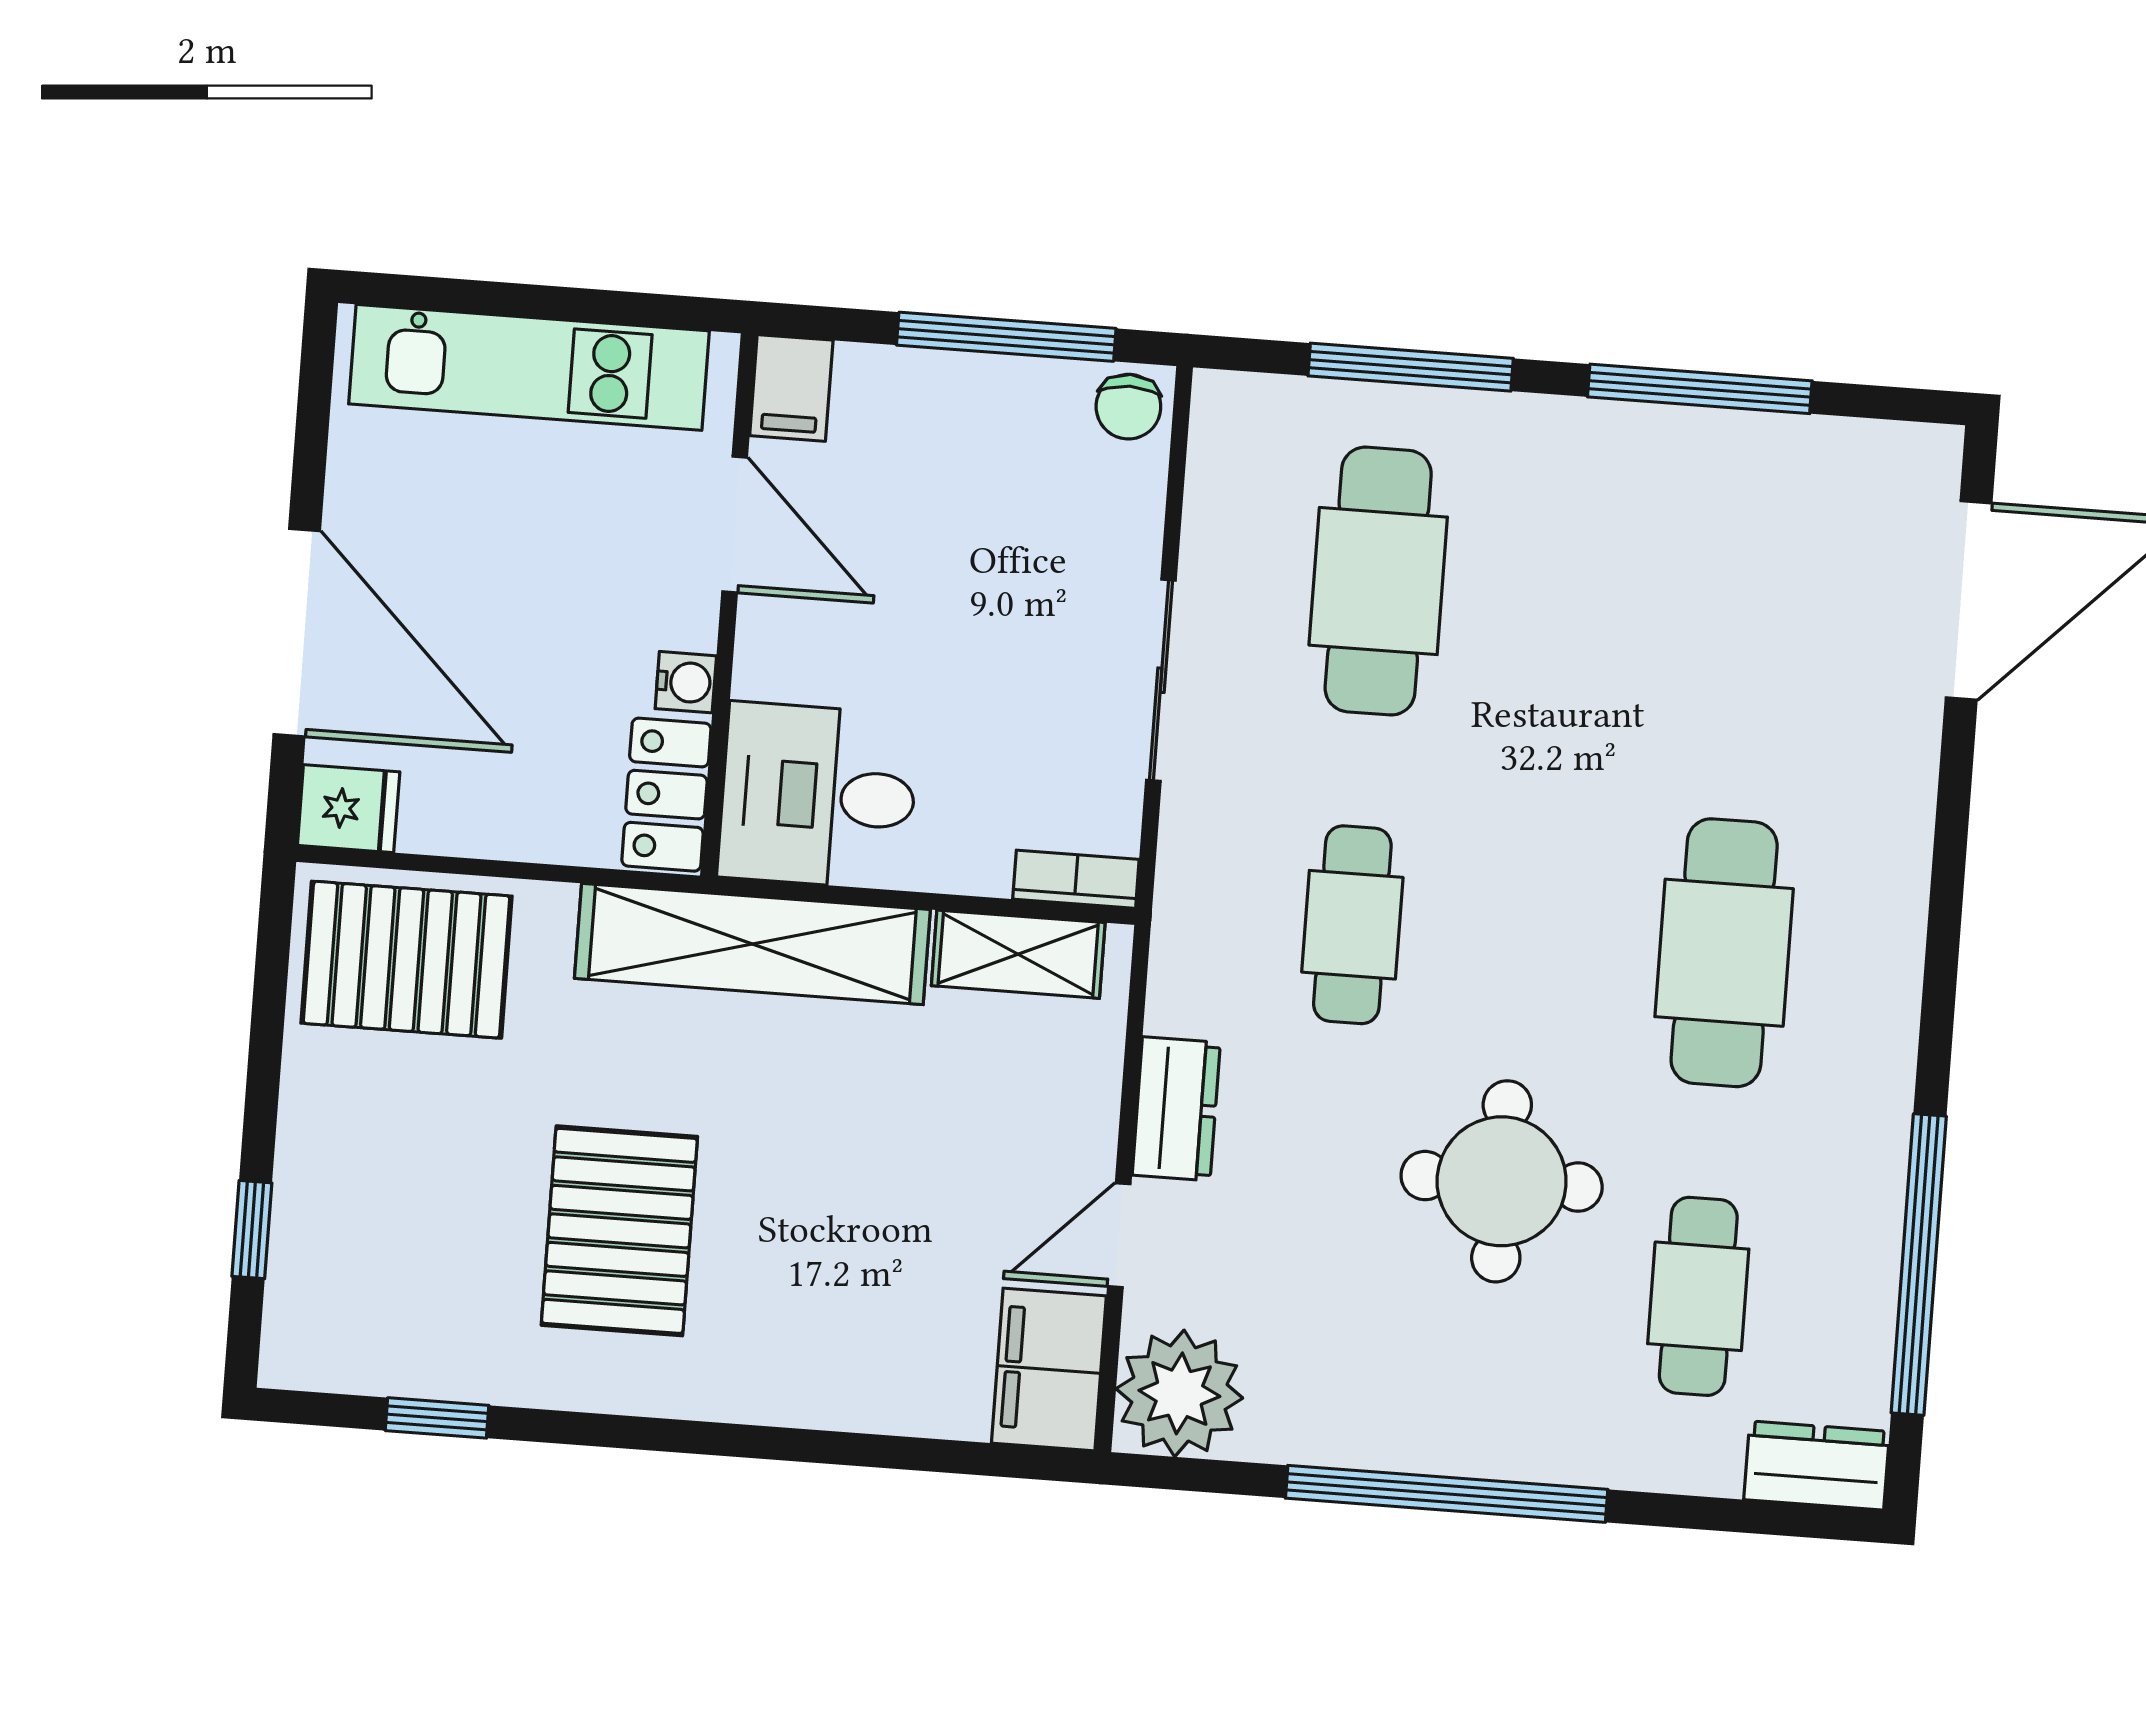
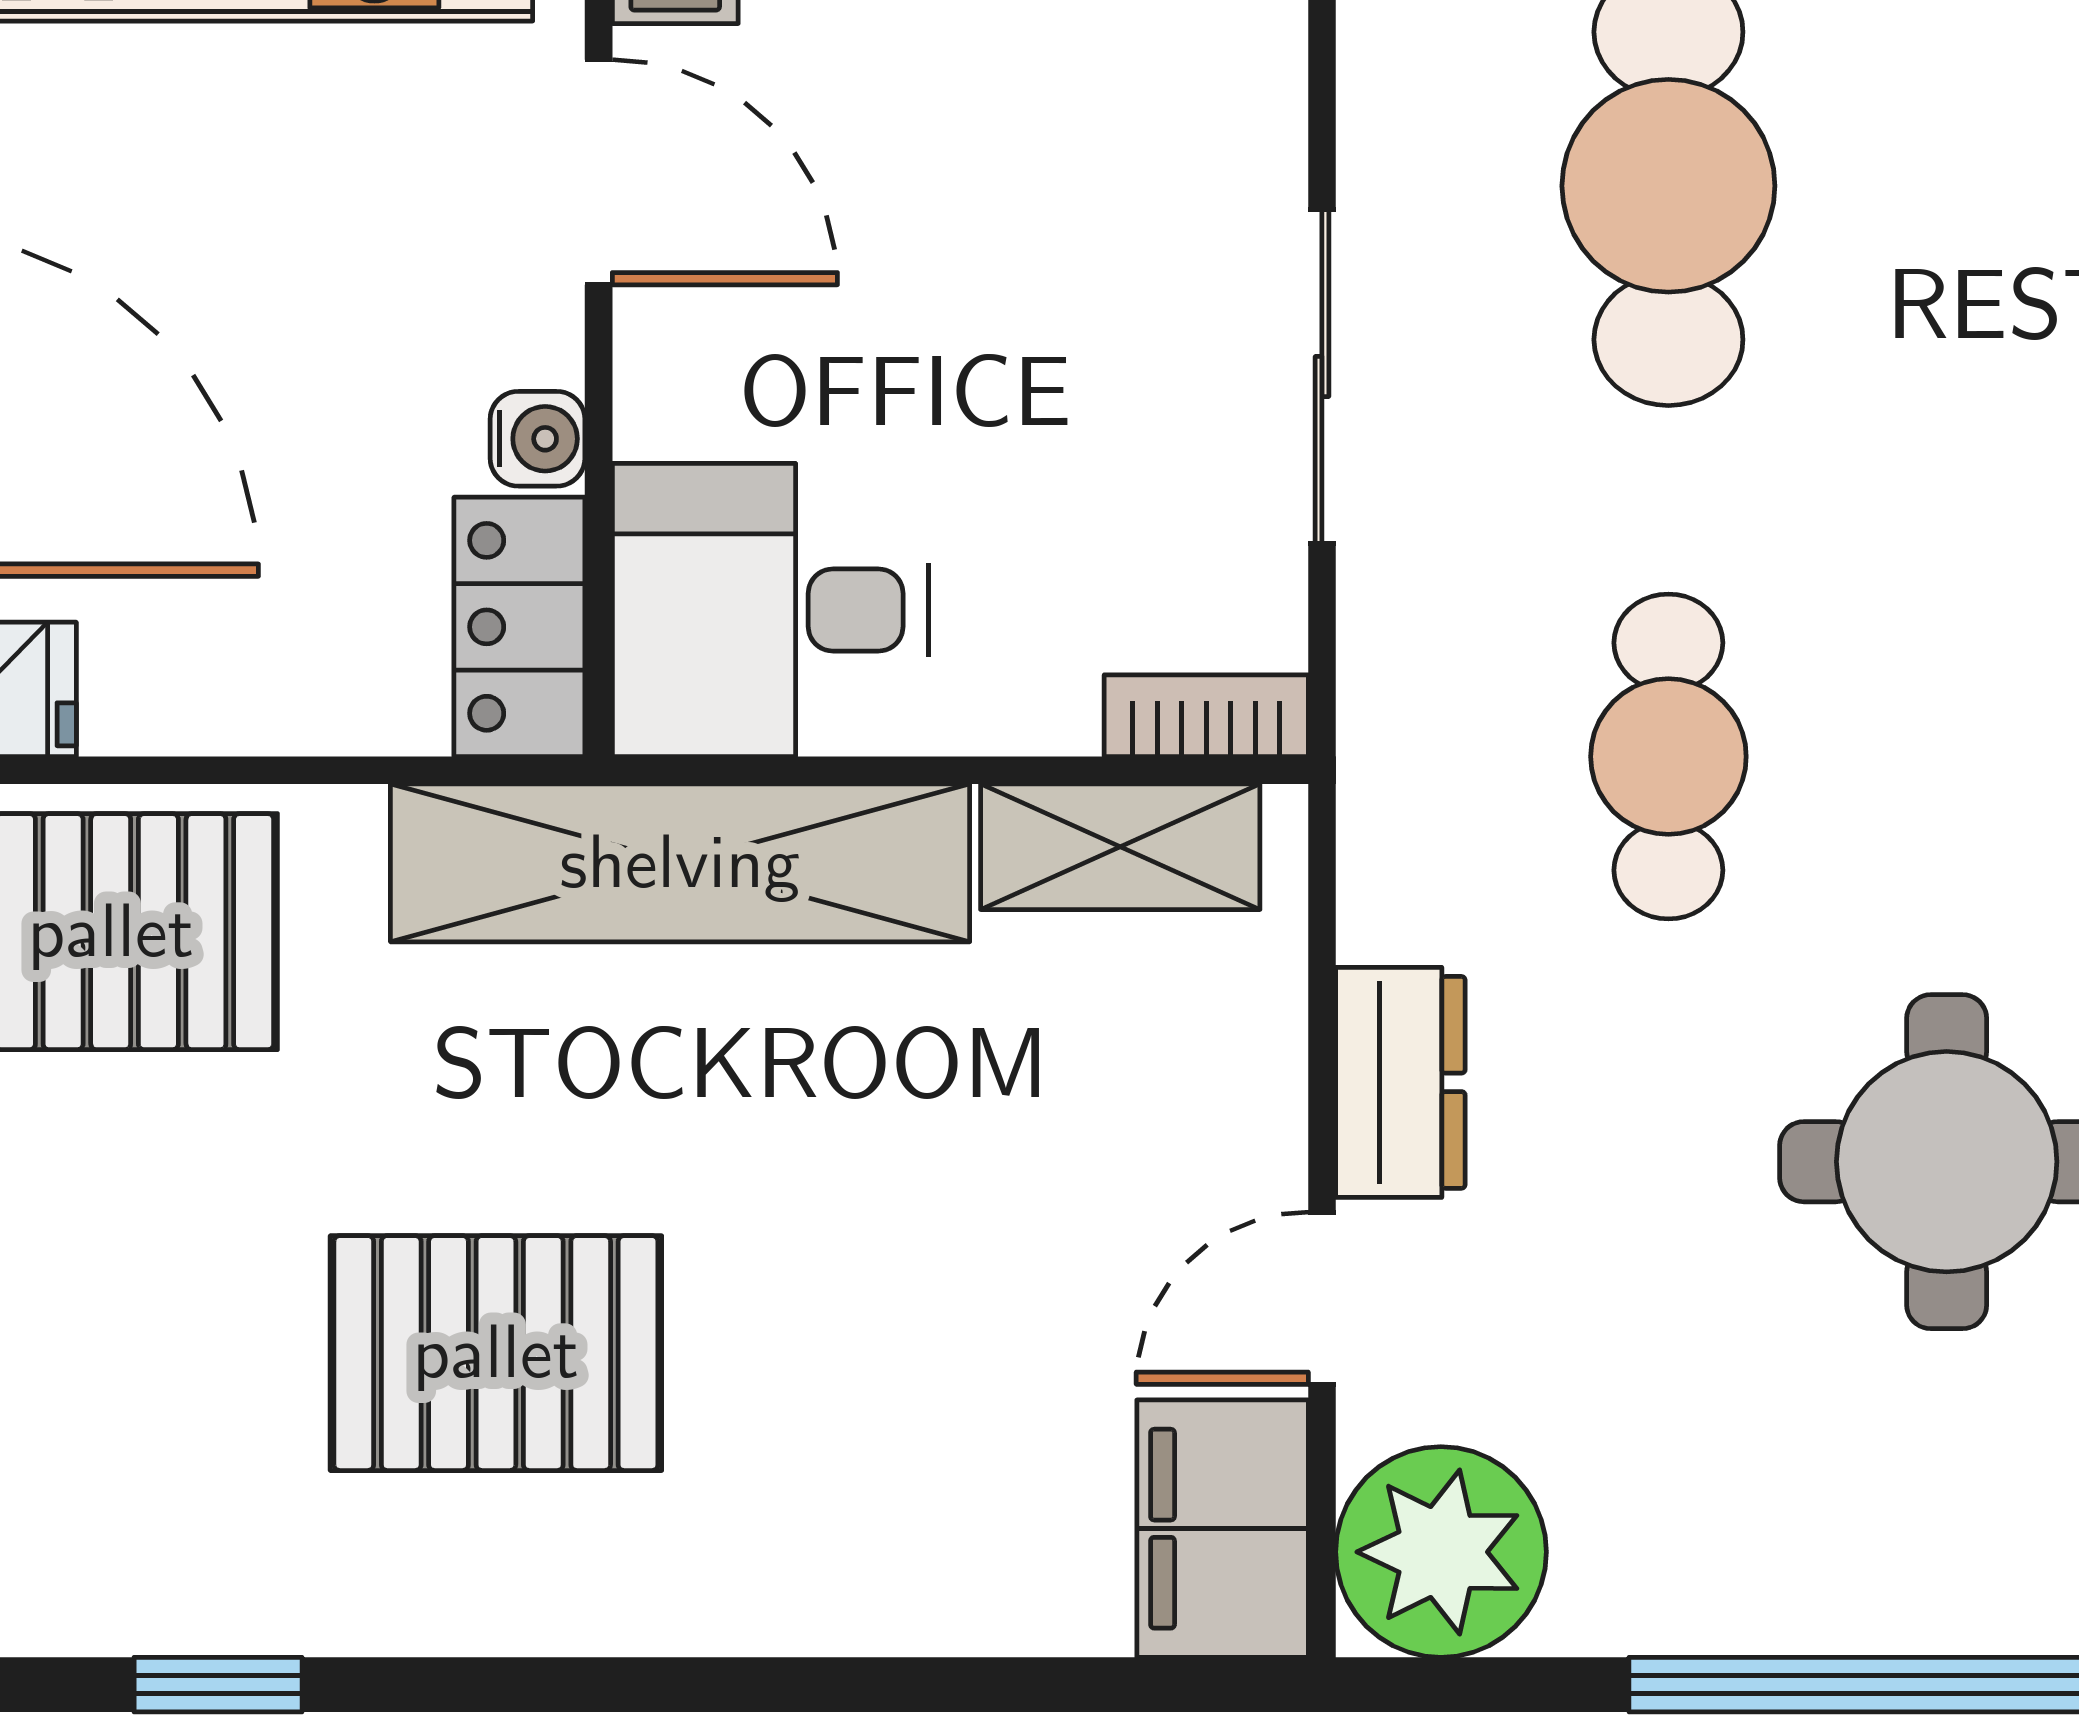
pallet: (619, 1231) -> (496, 1353), turned 90

